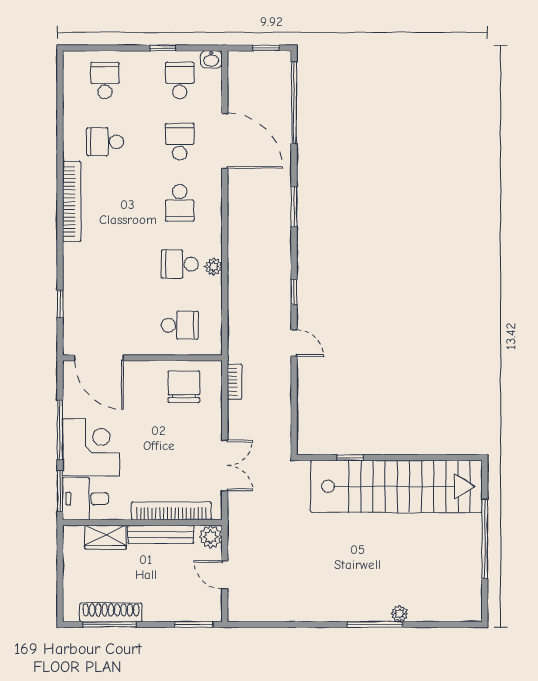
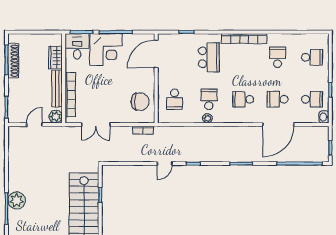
school desk: (180, 142) -> (278, 99), turned 180
school desk: (105, 264) -> (209, 57), added
plant: (400, 614) -> (17, 200), moved, width x1.88, depth x1.88

